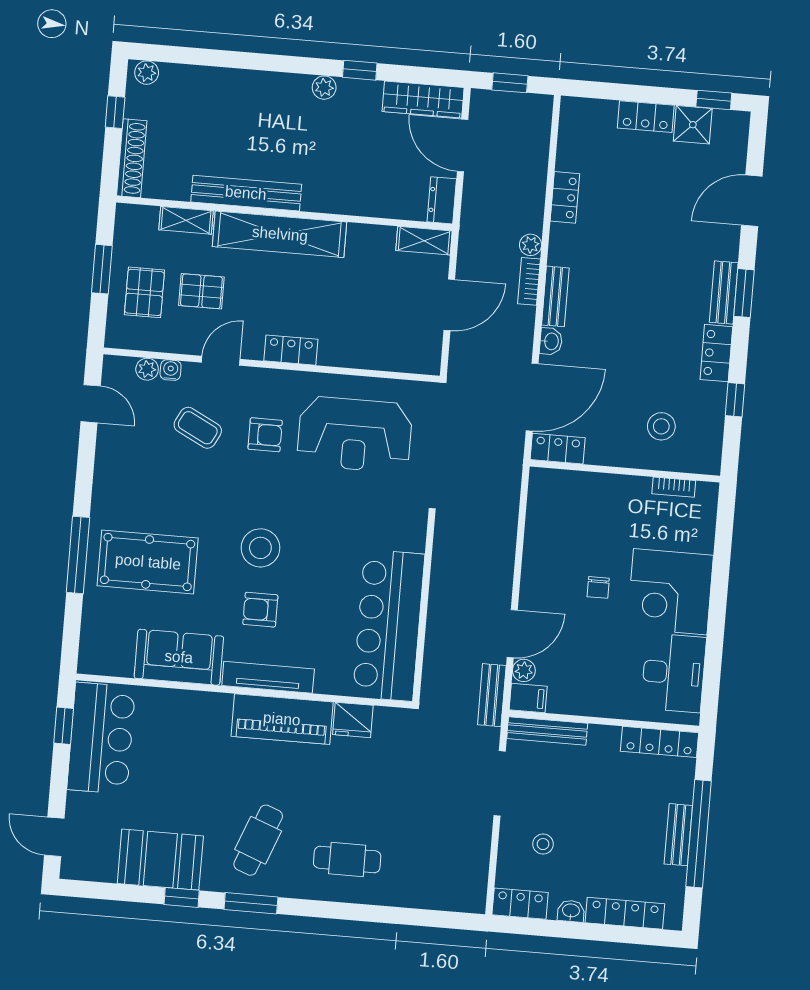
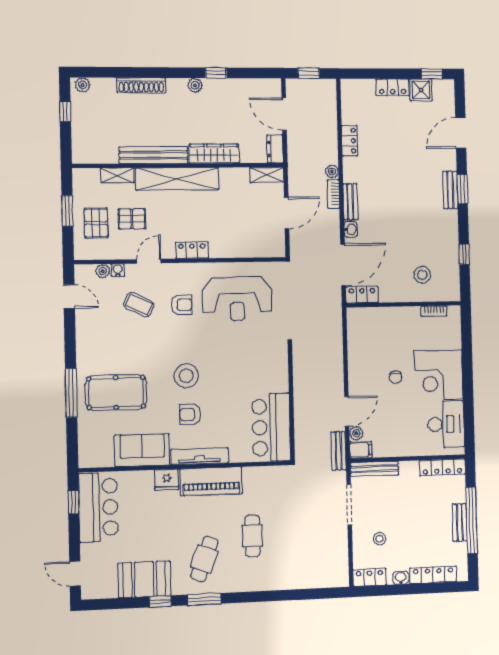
wardrobe: (423, 99) -> (214, 154), moved, turned 180
shoe rack: (132, 158) -> (141, 85), moved, turned 90
locker: (716, 353) -> (450, 227), removed
bar counter: (389, 625) -> (271, 427), width x0.73
fridge: (353, 720) -> (167, 480), moved
cafe table: (347, 860) -> (252, 536), moved, turned 90

